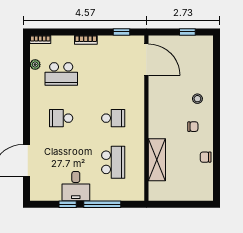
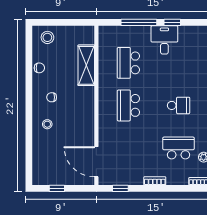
school desk: (113, 118) -> (128, 105), width x1.85
stool: (197, 189) -> (47, 37), added

